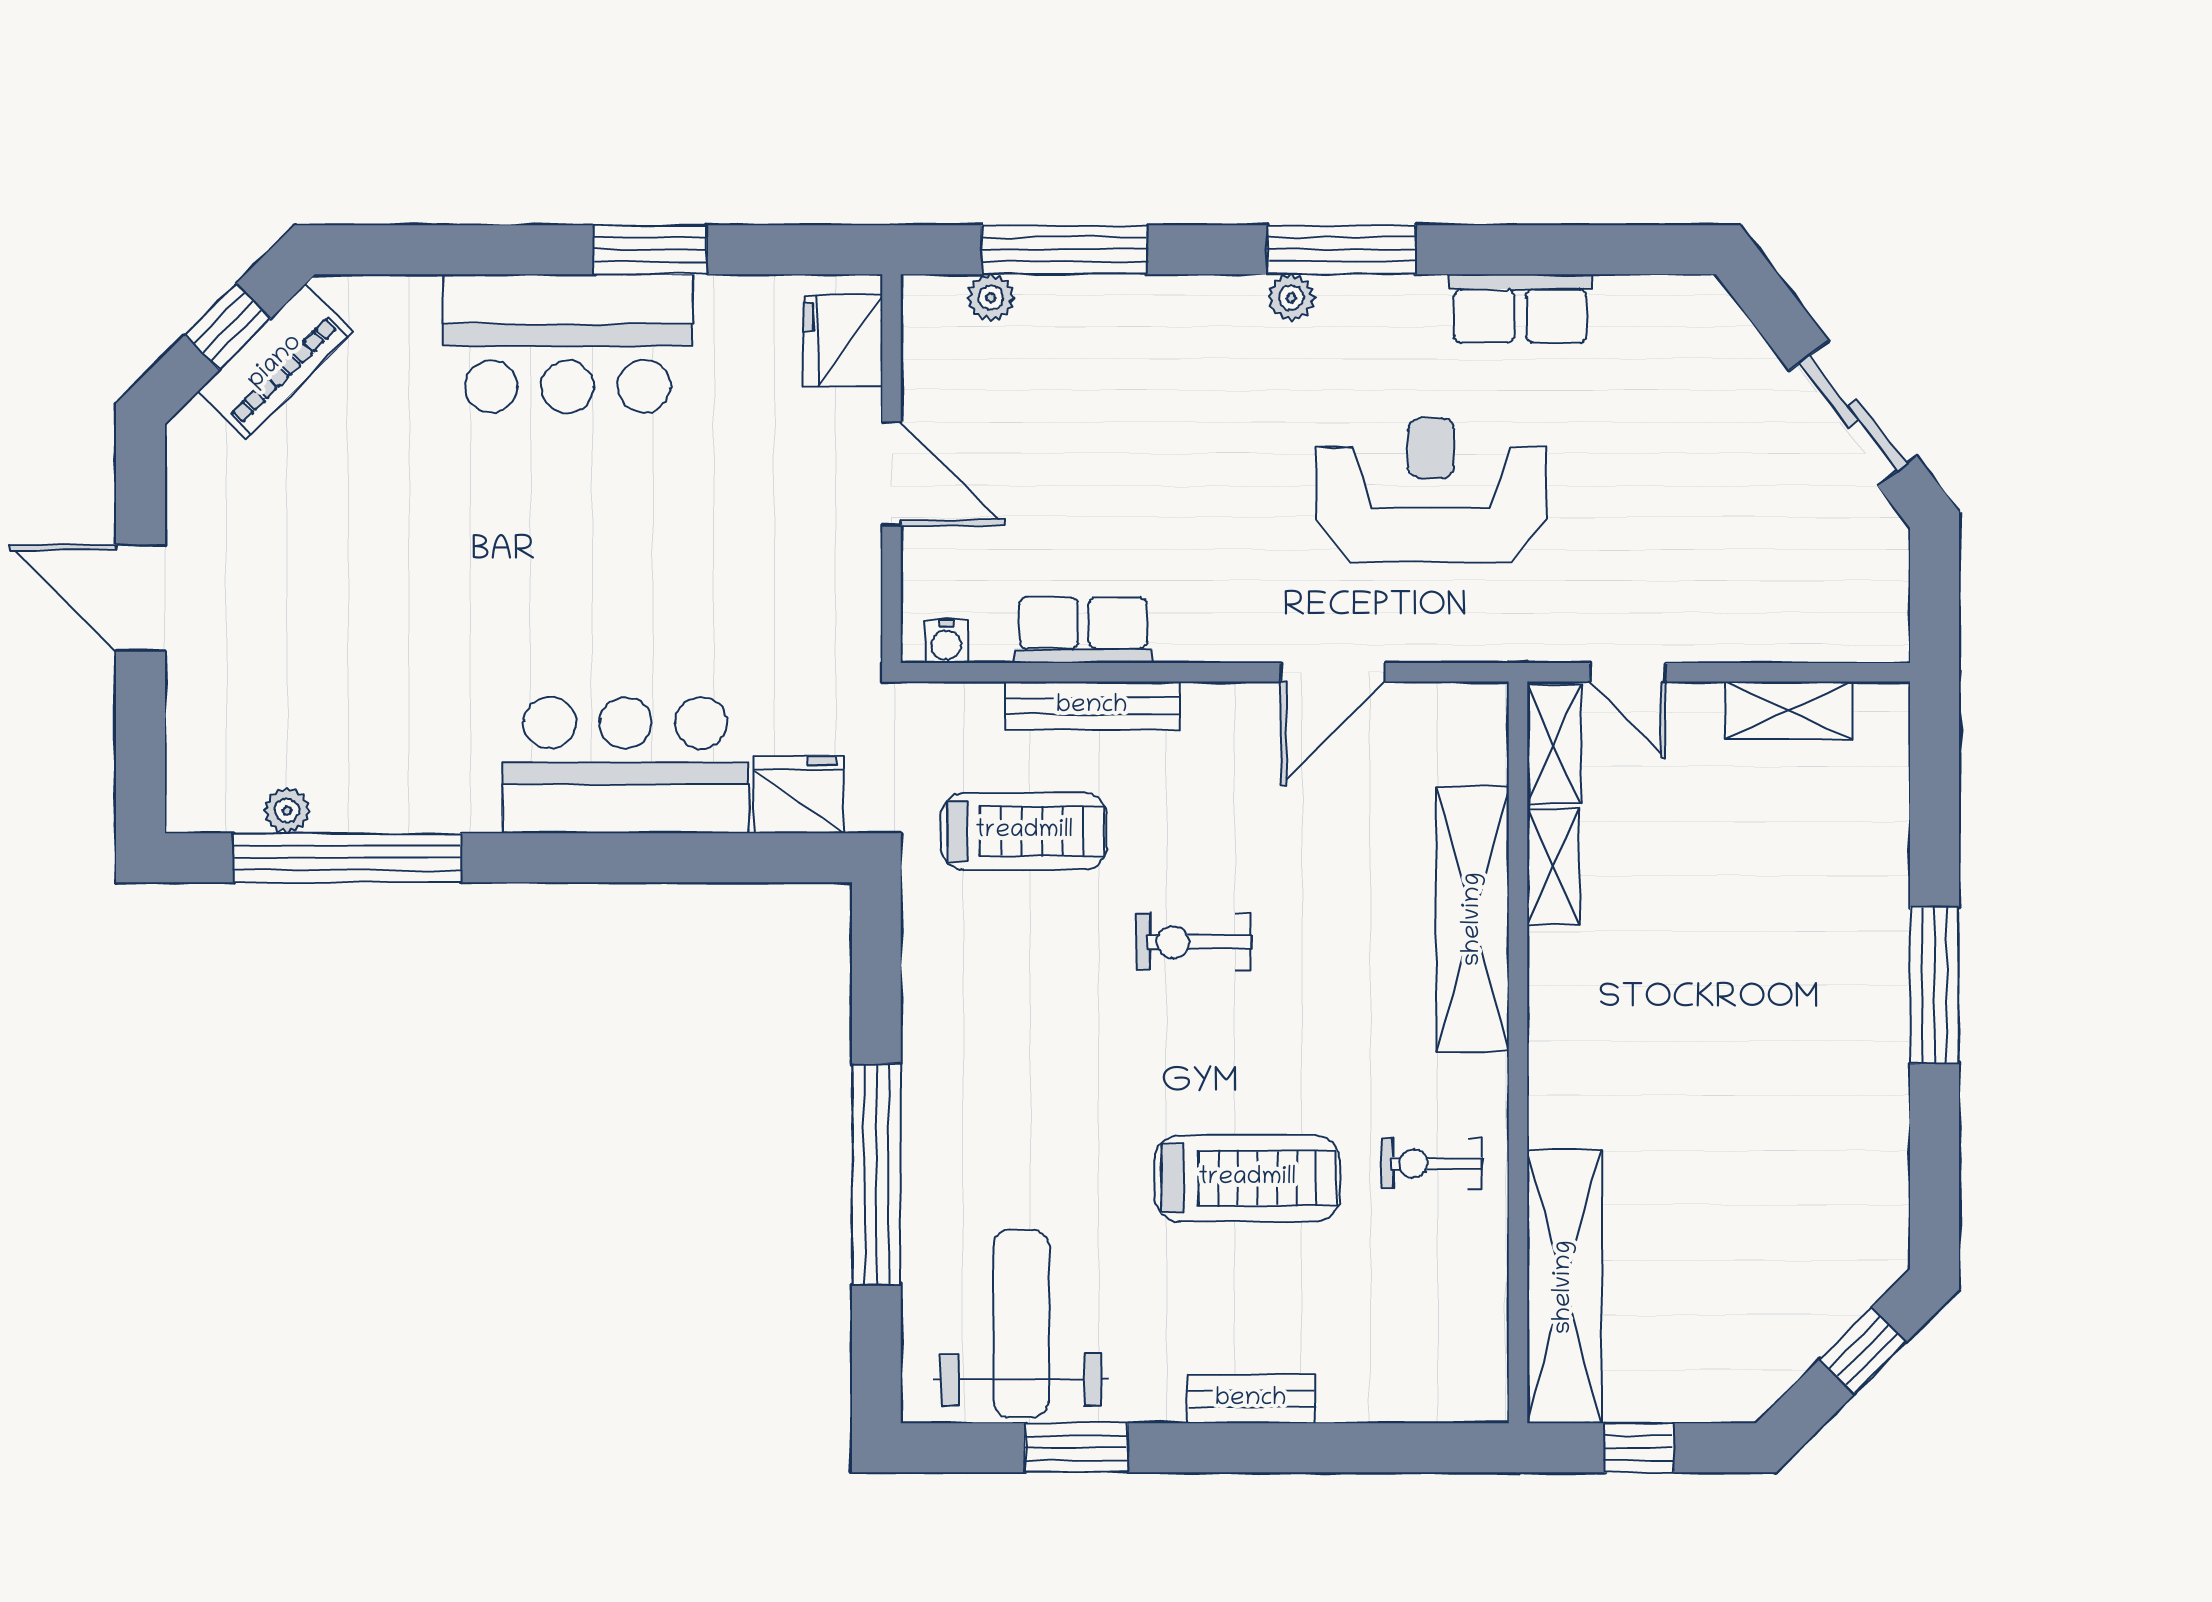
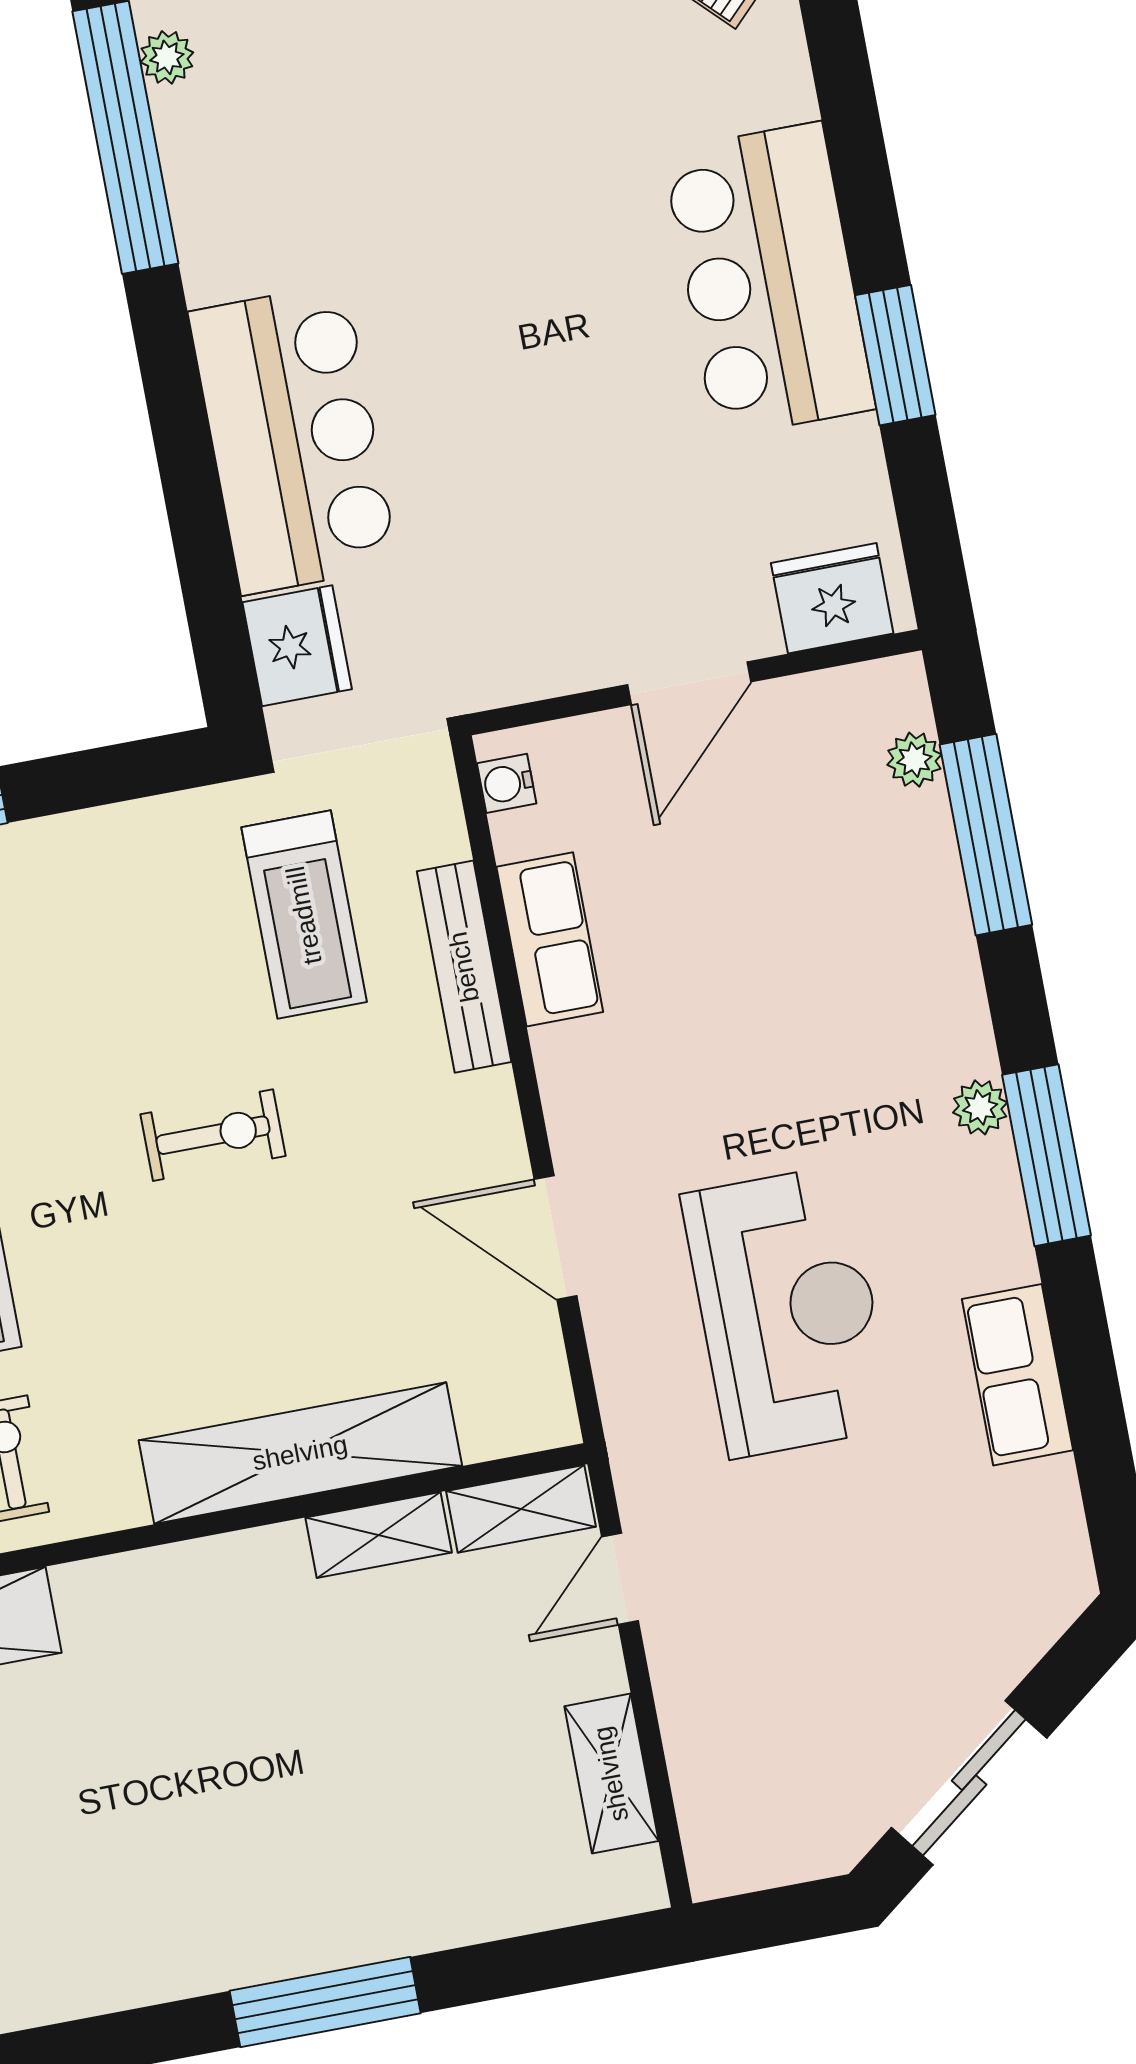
exercise bike: (1194, 942) -> (213, 1135), turned 90

